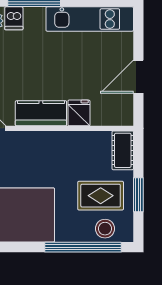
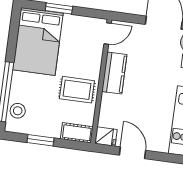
fridge: (79, 113) -> (106, 137), moved
rug: (101, 196) -> (77, 90), moved, turned 90

